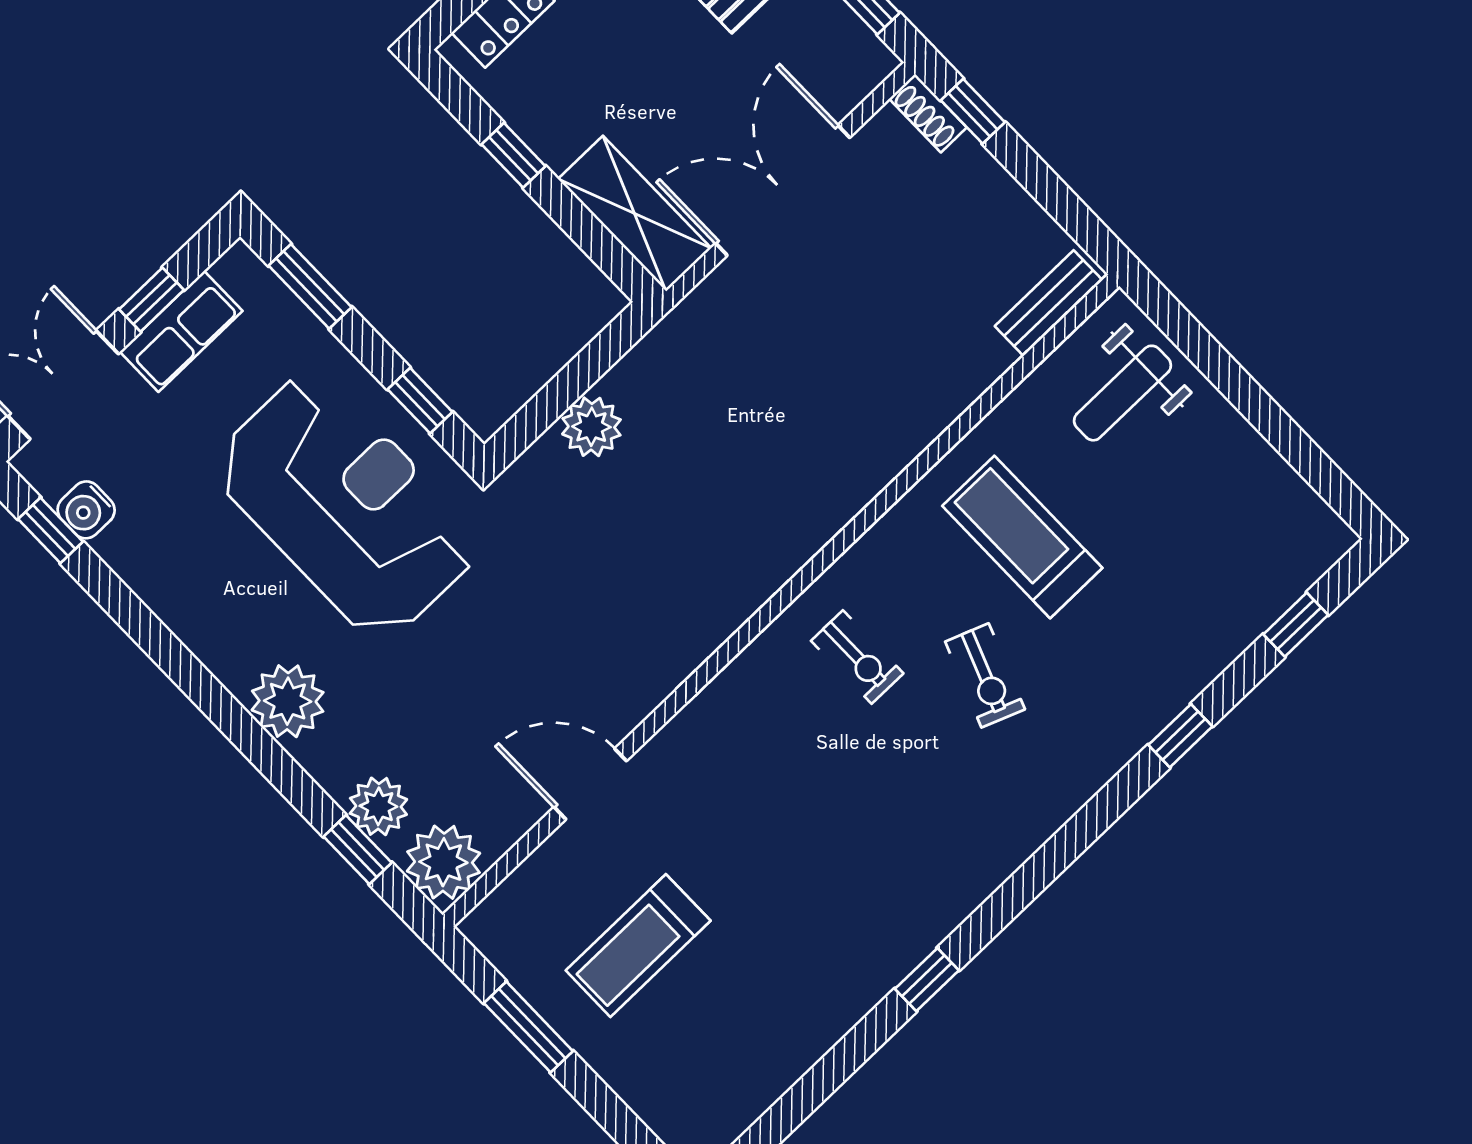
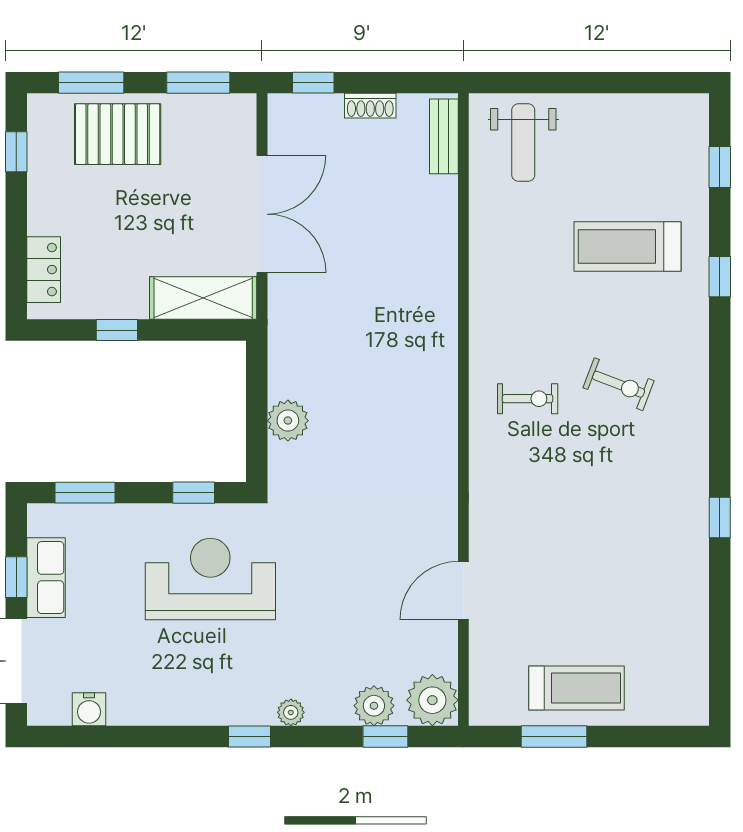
shoe rack: (928, 113) -> (370, 106), moved
double door: (783, 190) -> (262, 214), swing flipped
reception desk: (346, 506) -> (210, 579), width x0.74, depth x0.77
window: (50, 530) -> (249, 737), moved
treadmill: (1022, 537) -> (628, 246), moved
exercise bike: (985, 675) -> (619, 384), moved
plant: (288, 701) -> (291, 712), width x0.53, depth x0.53
treadmill: (638, 946) -> (576, 688), moved, turned -90

